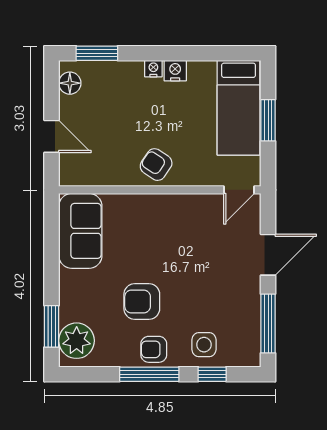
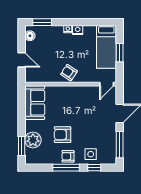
plant: (77, 341) -> (33, 140), moved

